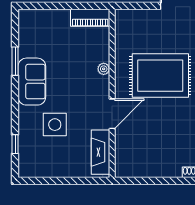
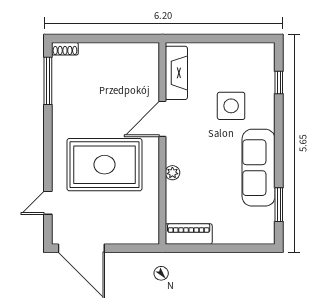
window: (15, 61) -> (279, 205), moved
sofa: (32, 82) -> (259, 168), width x1.36

